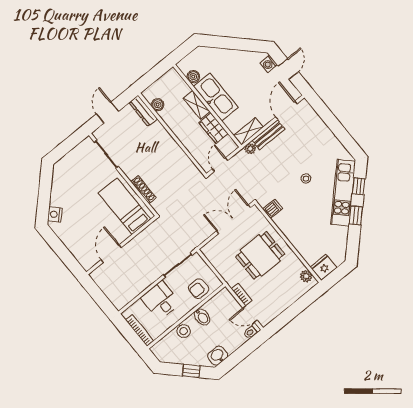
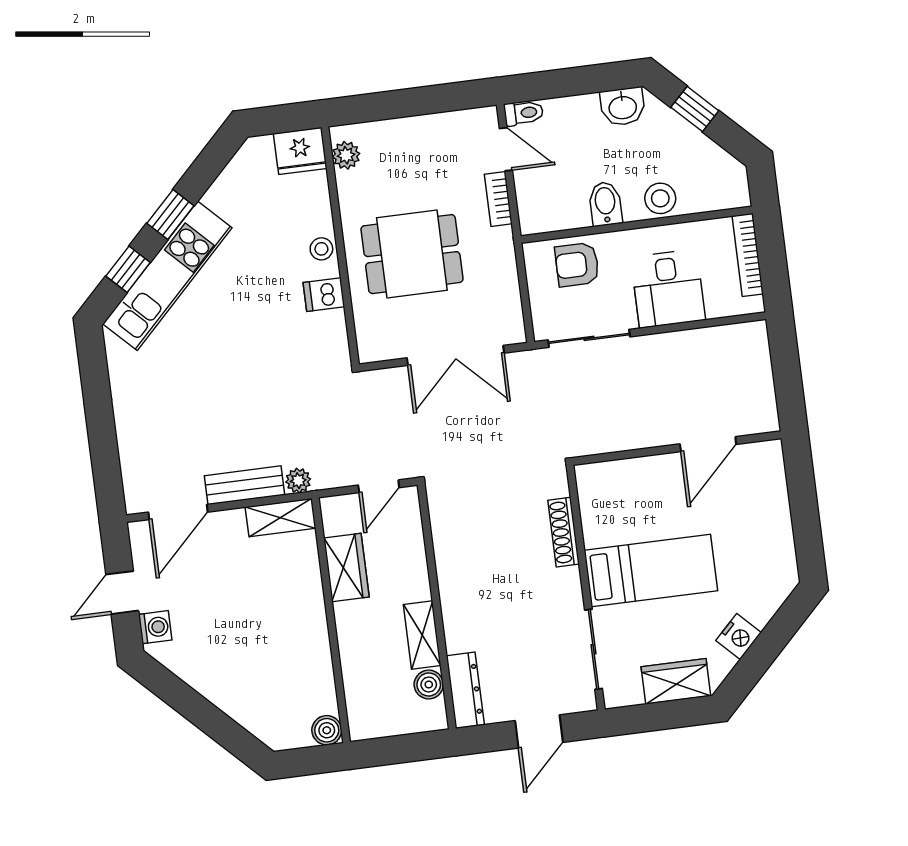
boiler: (193, 77) -> (327, 730), moved
kitchen sink: (216, 97) -> (303, 627), removed
shelving: (197, 105) -> (422, 635), moved
wardrobe: (70, 161) -> (676, 681), added
stool: (306, 179) -> (321, 249), moved
bed: (125, 206) -> (651, 570), moved, turned -90
dishwasher: (273, 209) -> (324, 295), moved
nightstand: (55, 214) -> (739, 637), moved
double door: (233, 219) -> (455, 355), moved
armchair: (199, 289) -> (577, 265), turned 180

